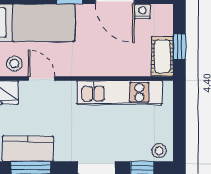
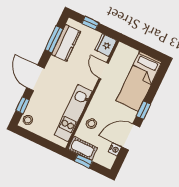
stool: (14, 64) -> (91, 124), moved
door: (41, 78) -> (104, 71), swing flipped

